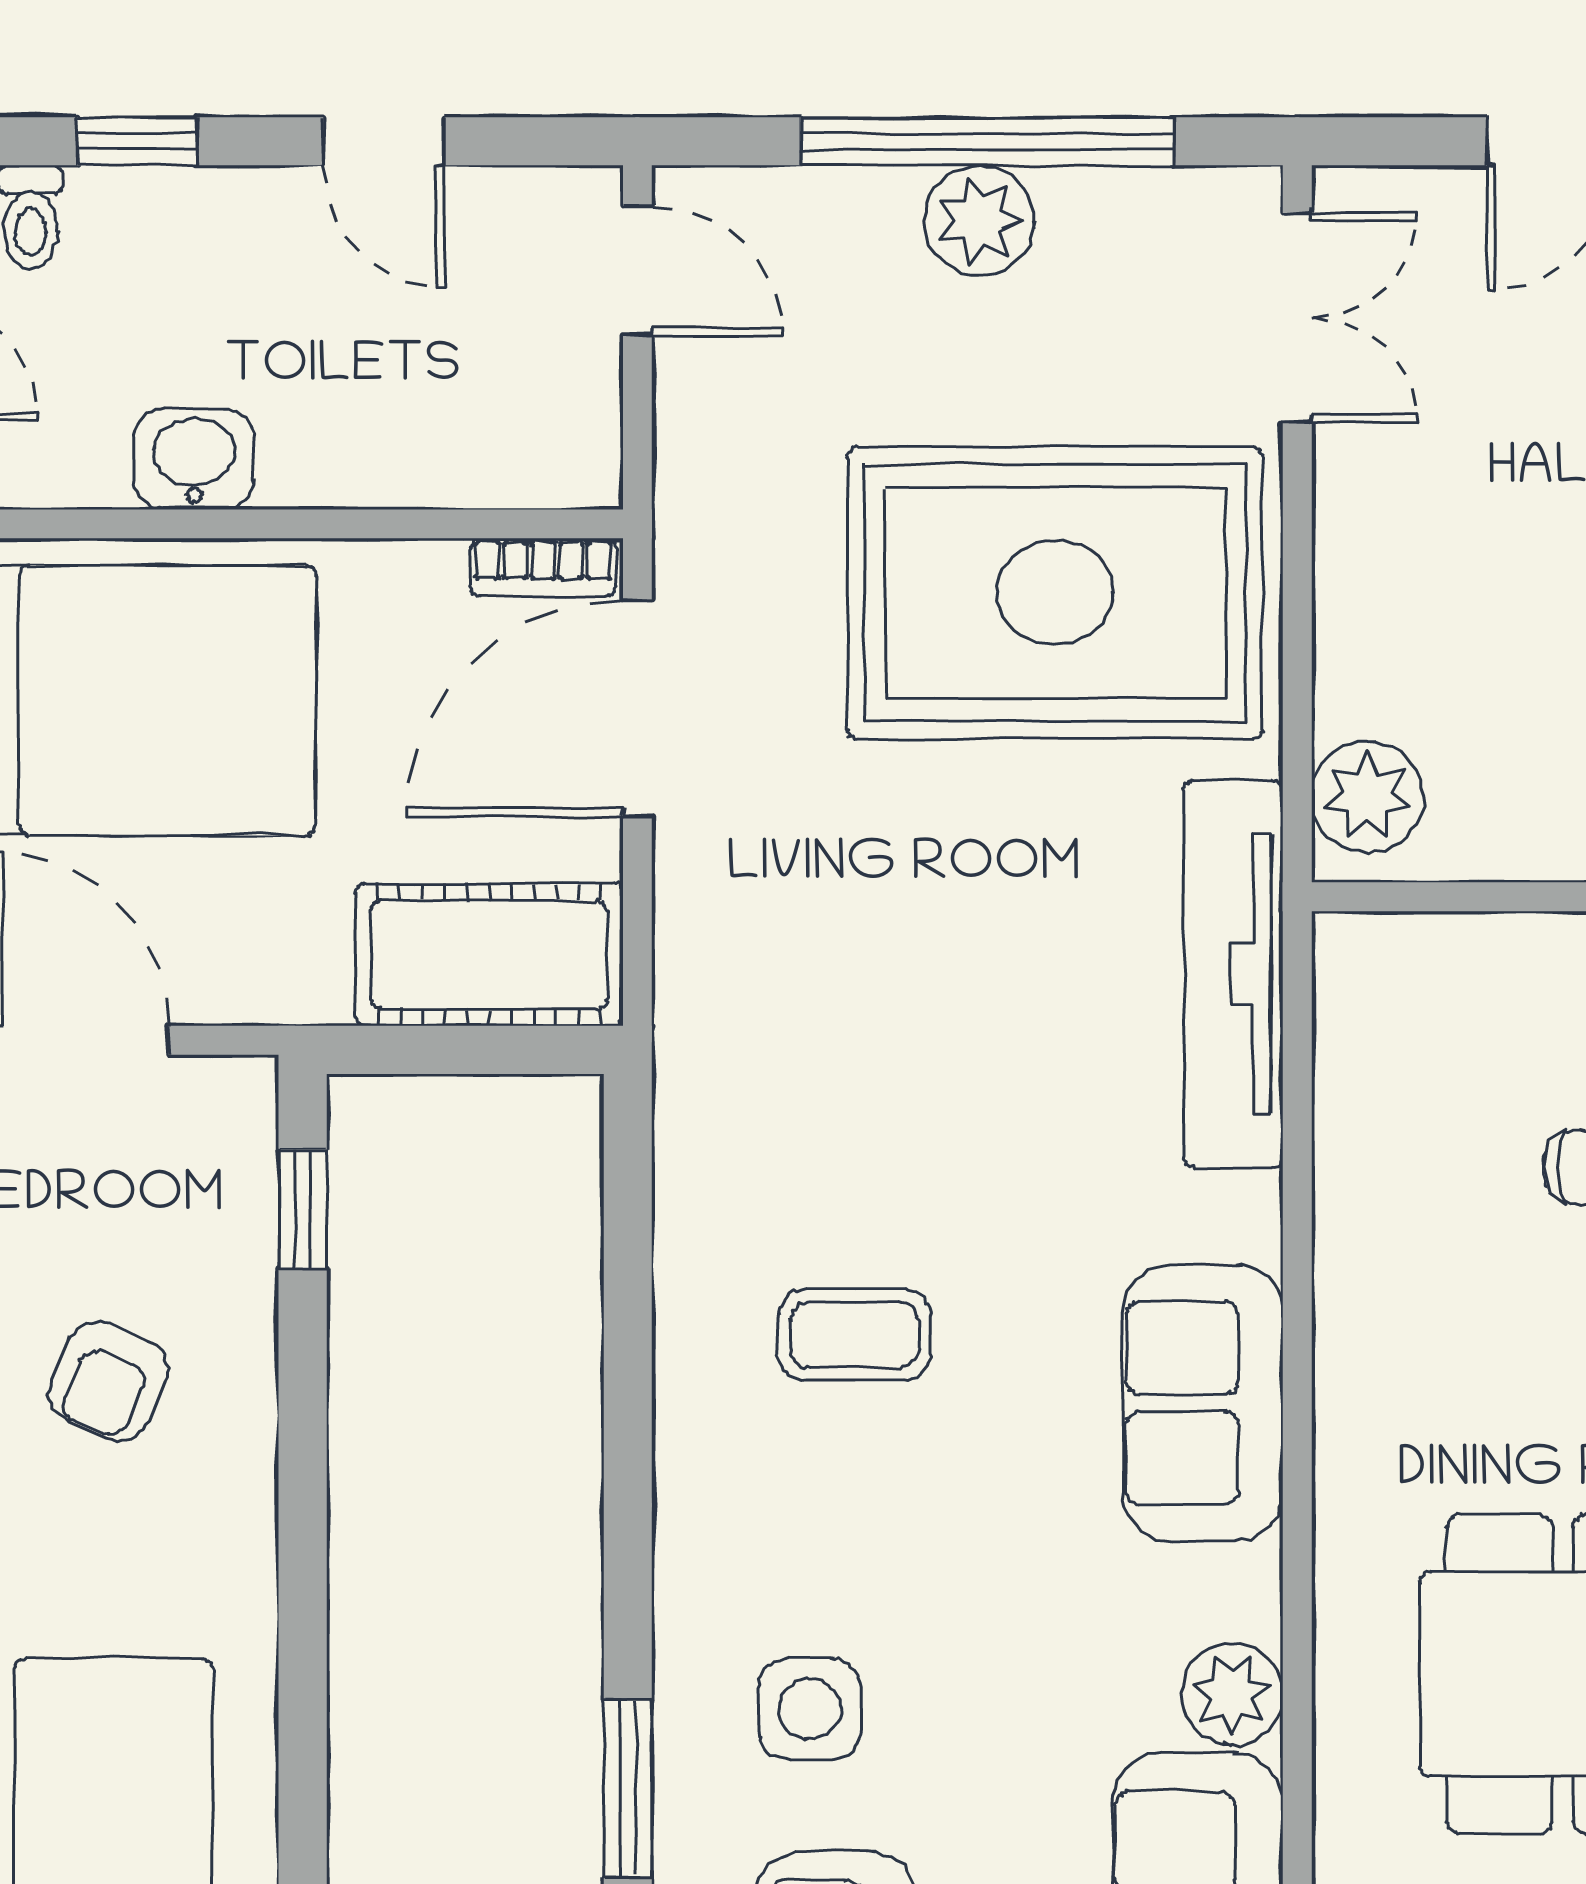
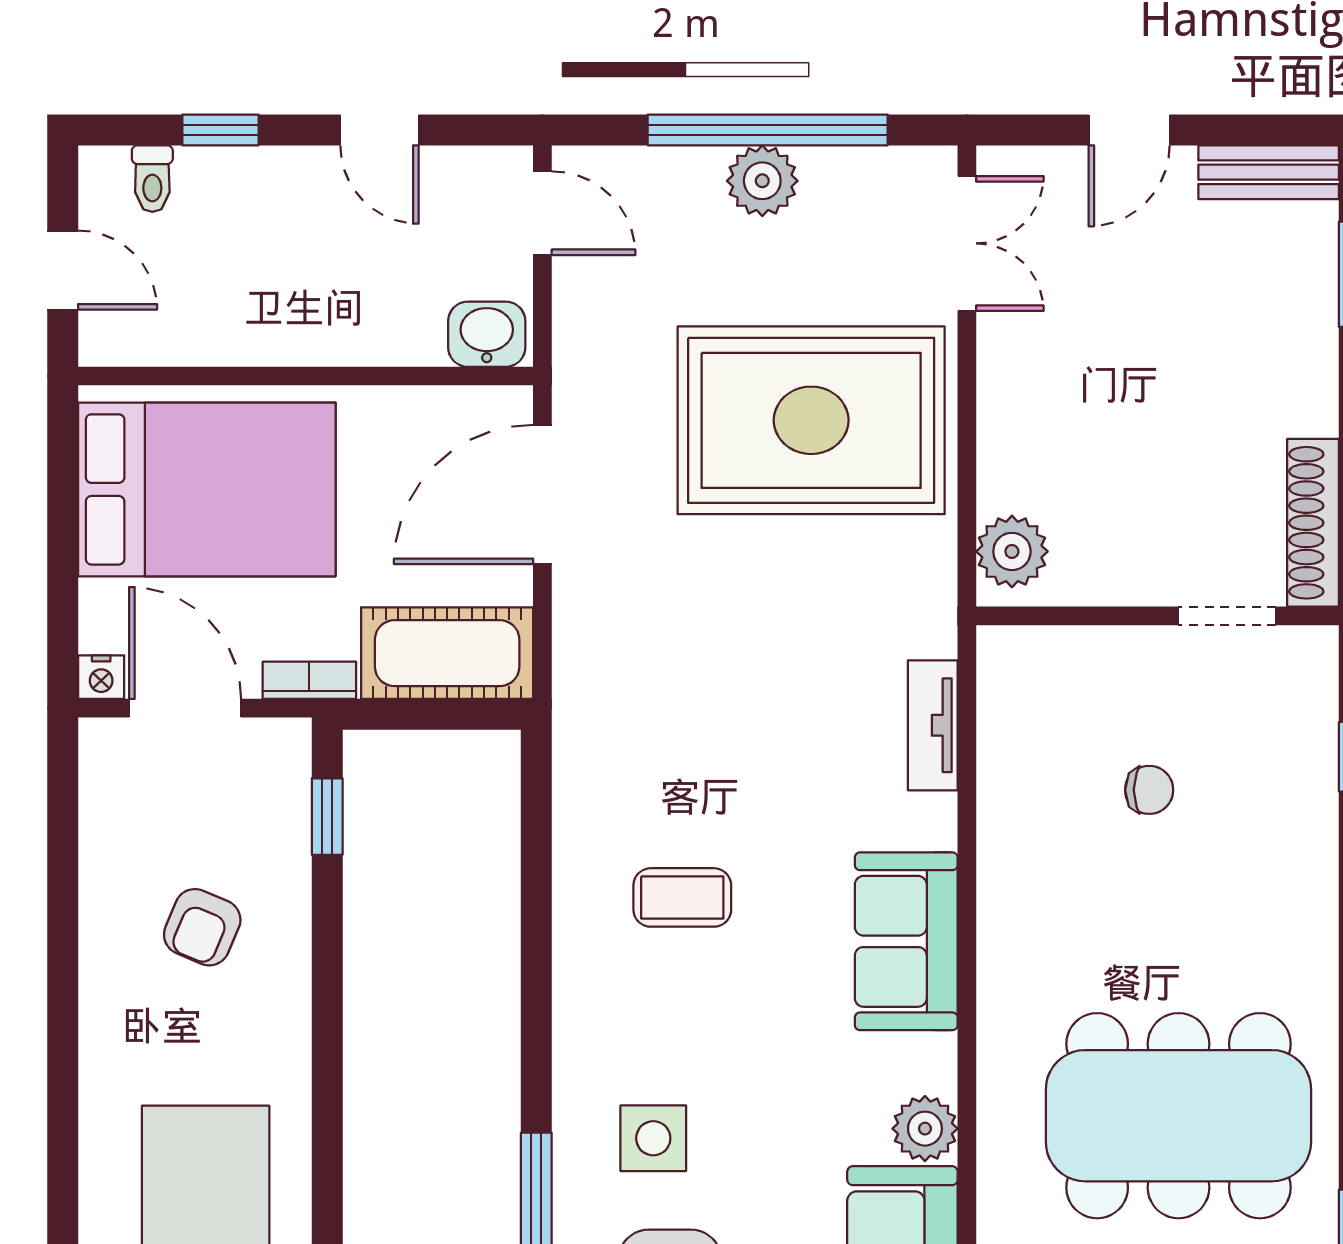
washbasin: (194, 459) -> (487, 334), moved
bookcase: (543, 567) -> (309, 680), moved, turned 180
tv unit: (1233, 974) -> (933, 725), width x0.52, depth x0.78

